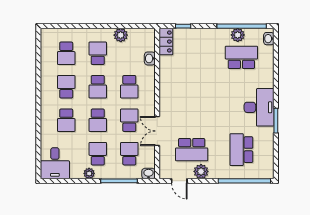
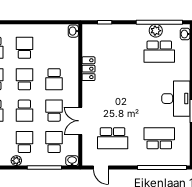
plant: (121, 35) -> (46, 31), removed
locker: (166, 42) -> (88, 69), moved
school desk: (241, 57) -> (159, 52), turned 180
washbasin: (150, 58) -> (73, 31), moved
school desk: (98, 87) -> (24, 79), turned 180
school desk: (241, 150) -> (159, 138), turned 90
plant: (201, 171) -> (121, 159), removed

